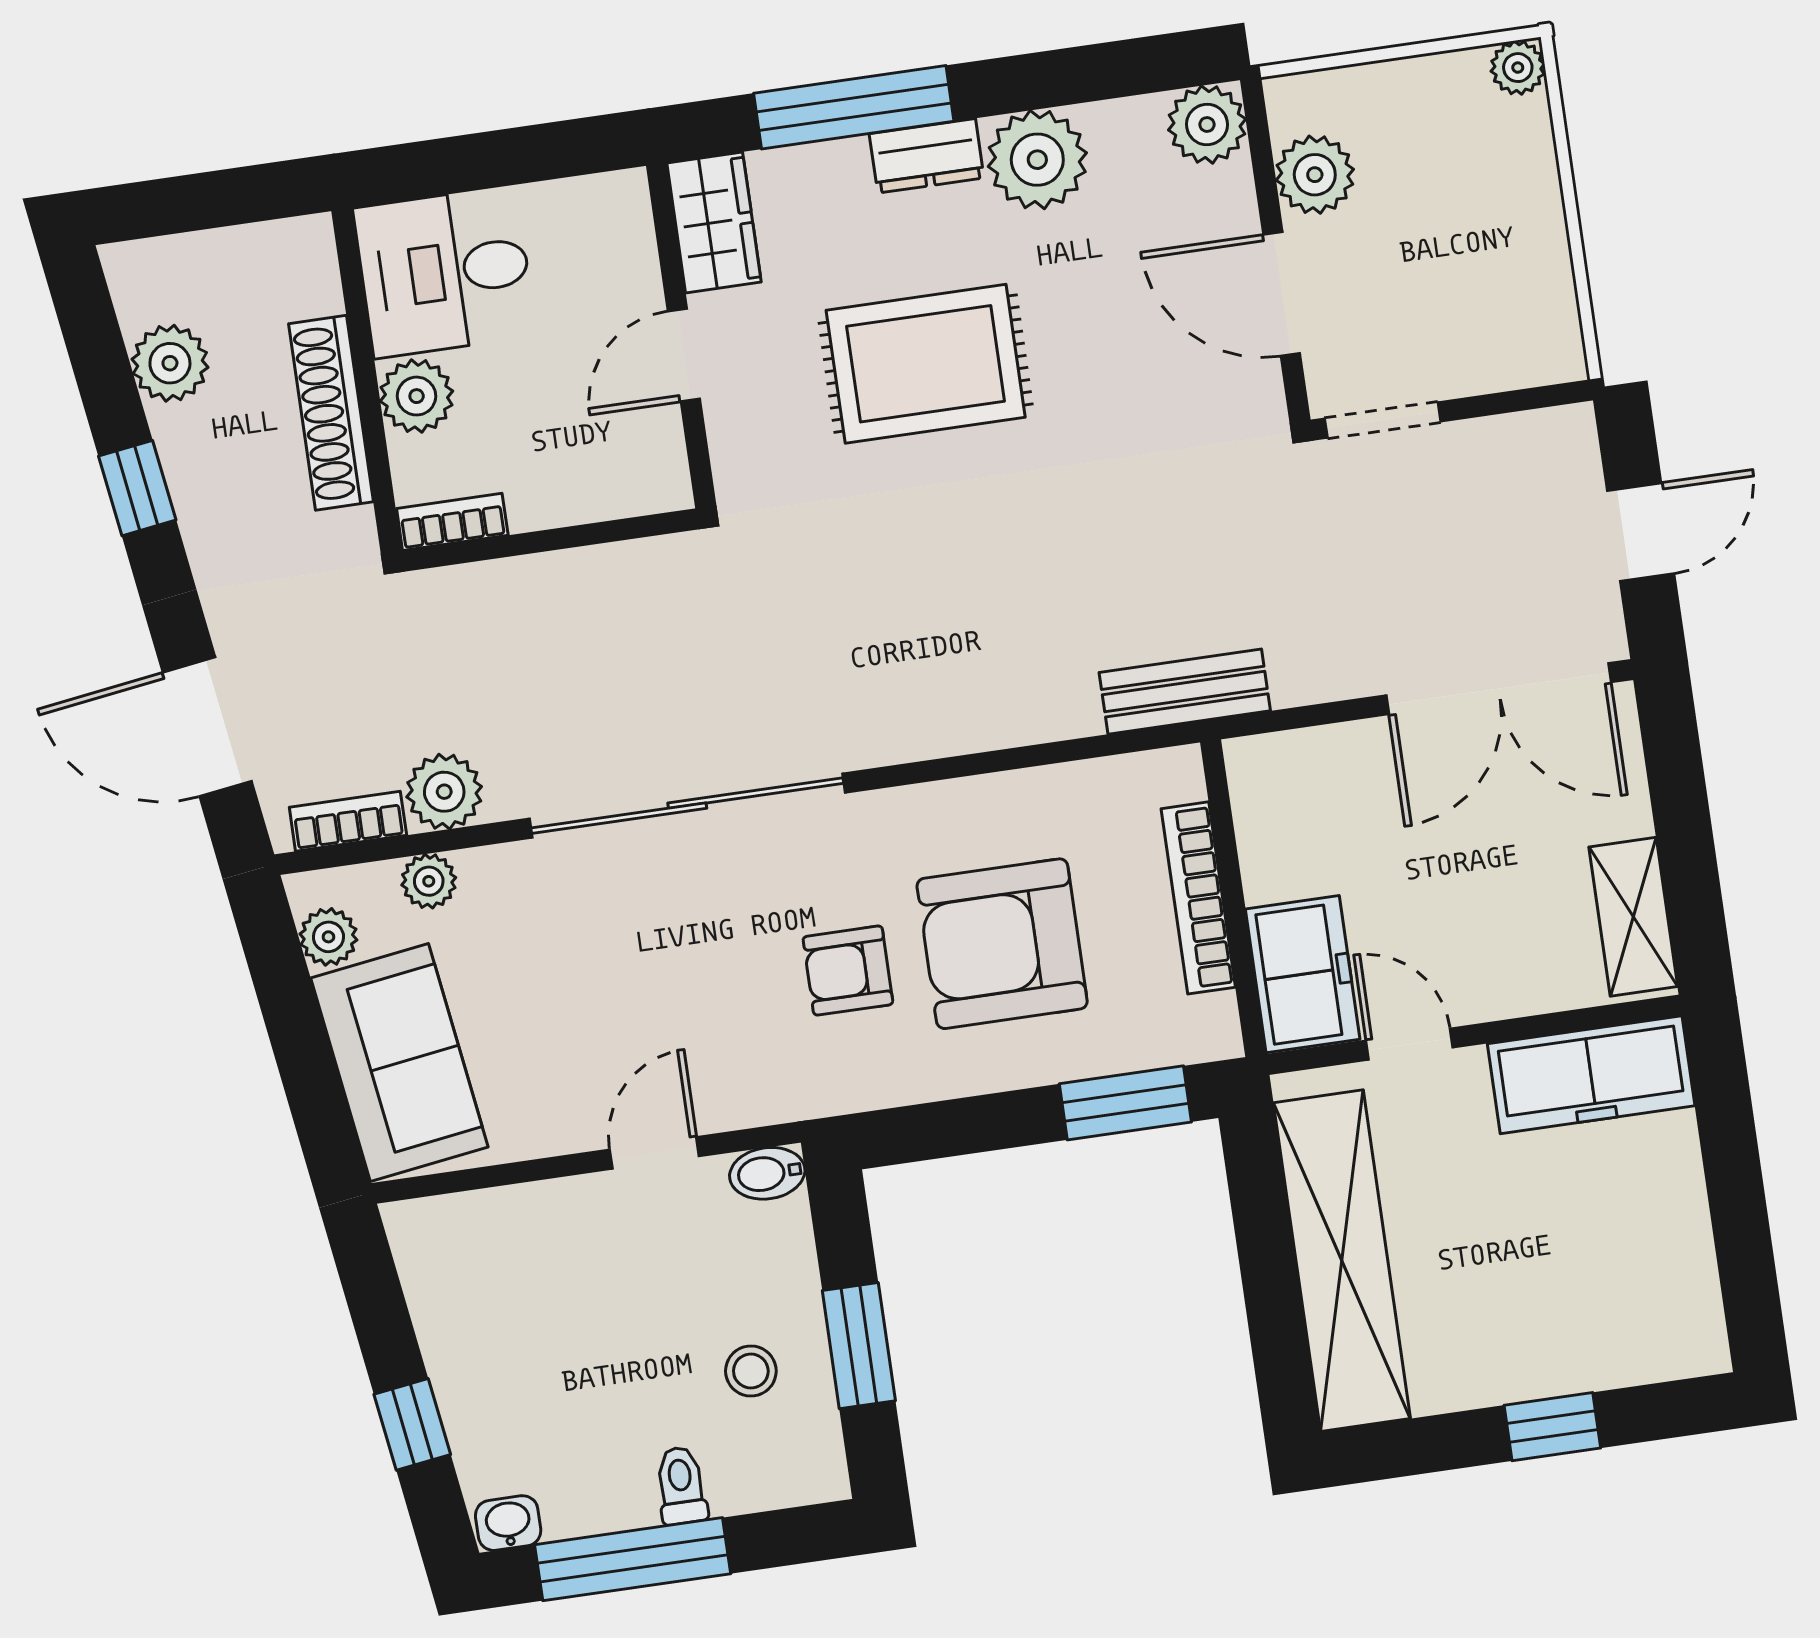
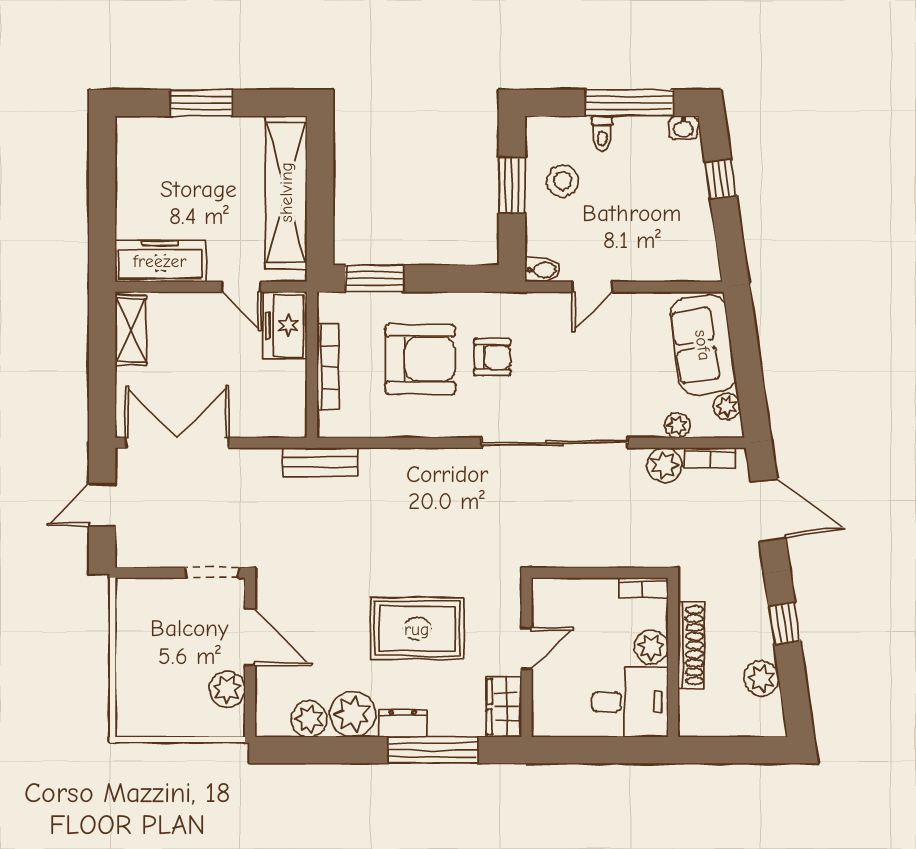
plant: (1518, 68) -> (128, 725), removed
plant: (1207, 125) -> (309, 719), moved
stool: (751, 1371) -> (563, 181), width x1.37, depth x1.37
window: (1552, 1427) -> (201, 103), width x1.50

